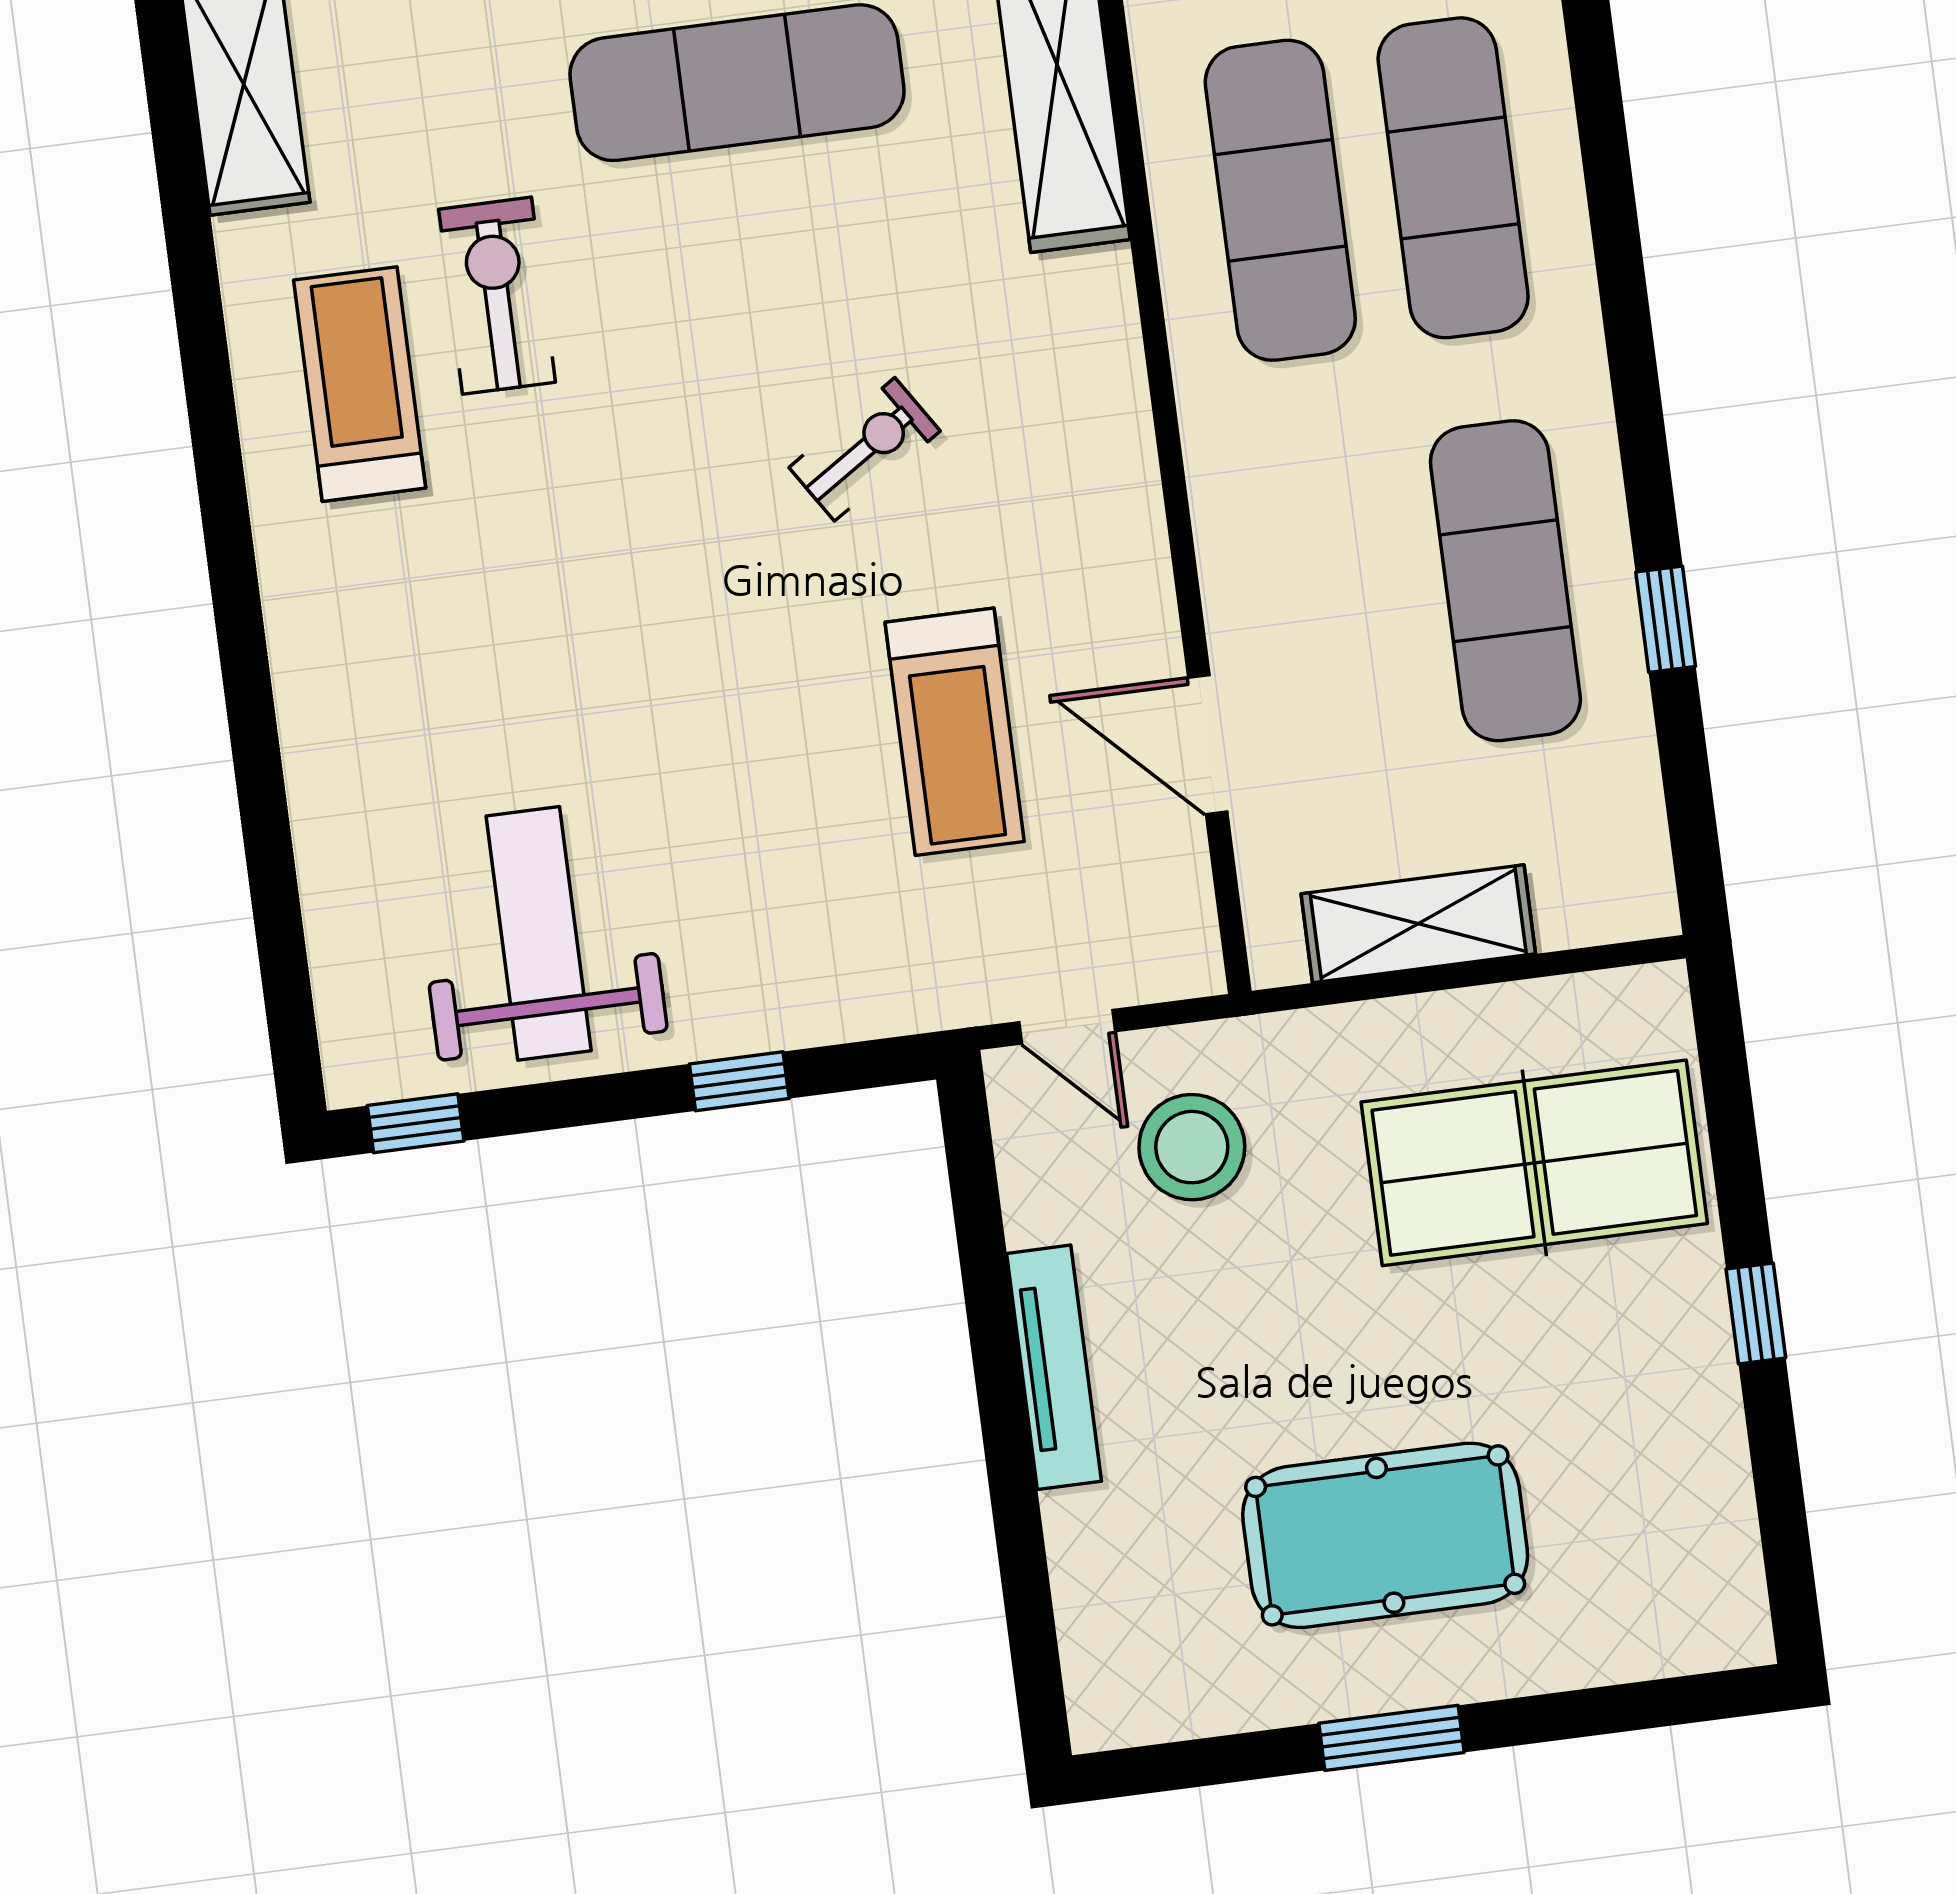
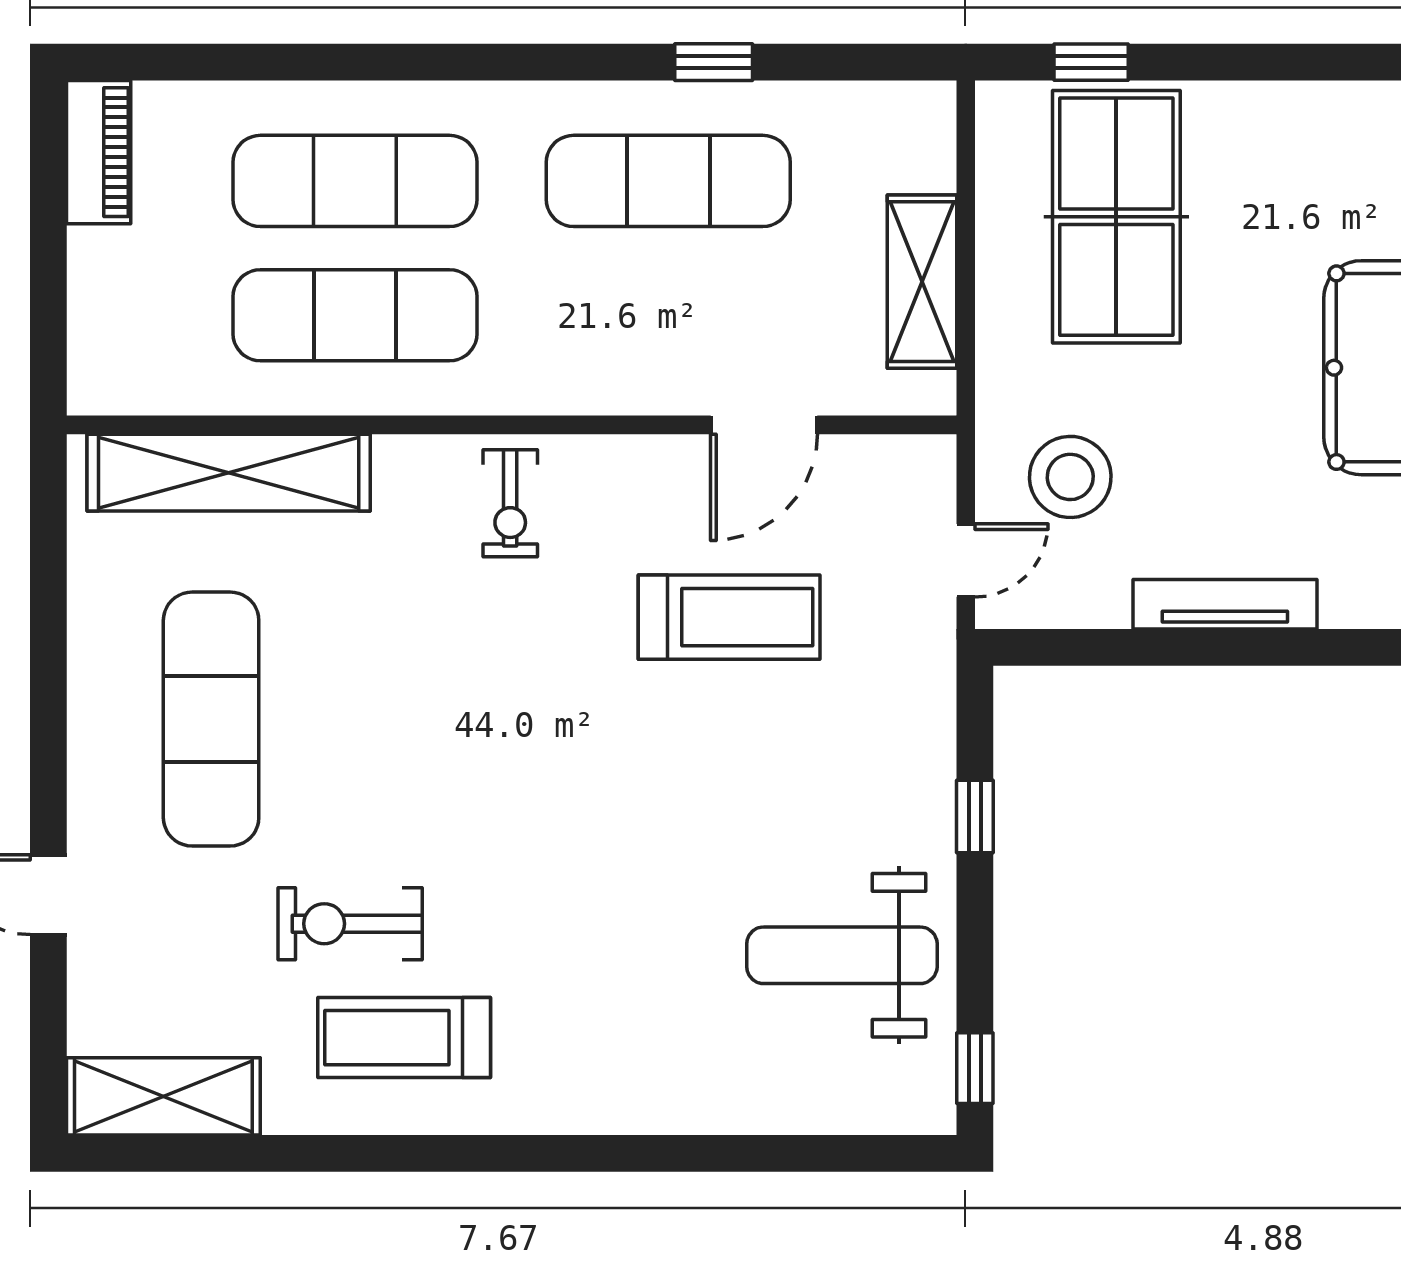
exercise bike: (865, 449) -> (510, 503), moved, turned -147
window: (1756, 1314) -> (1091, 62), moved

